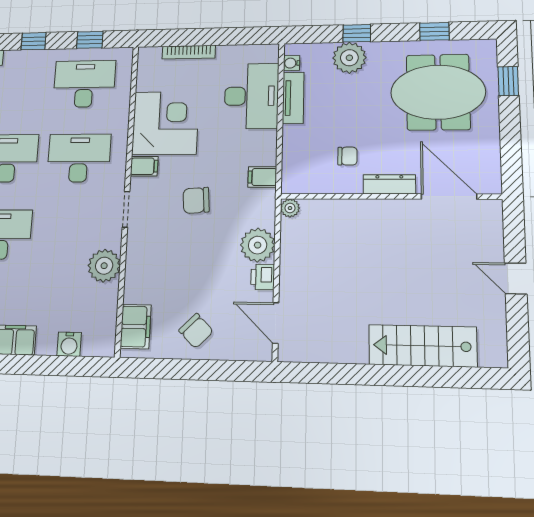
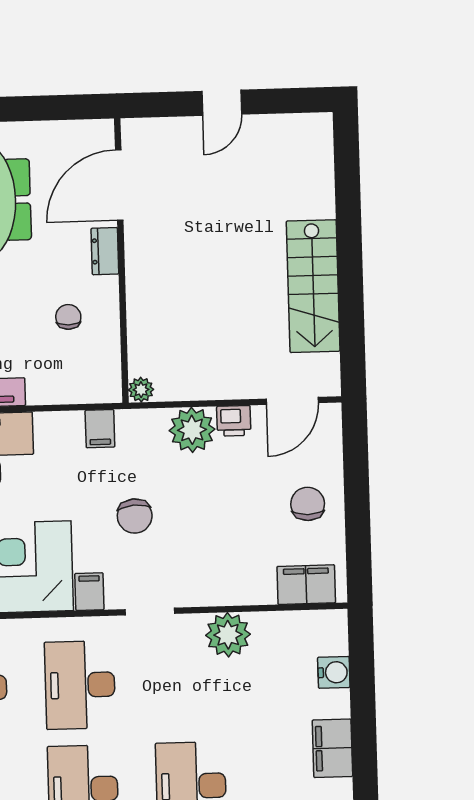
dresser: (389, 184) -> (105, 251), width x0.70
chair: (196, 331) -> (308, 504), turned -45
stairs: (423, 346) -> (313, 286), moved

